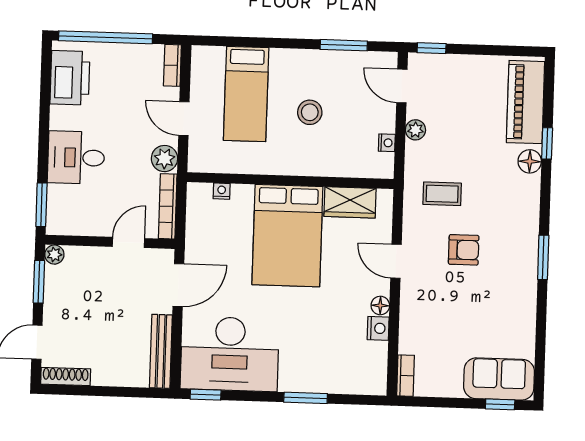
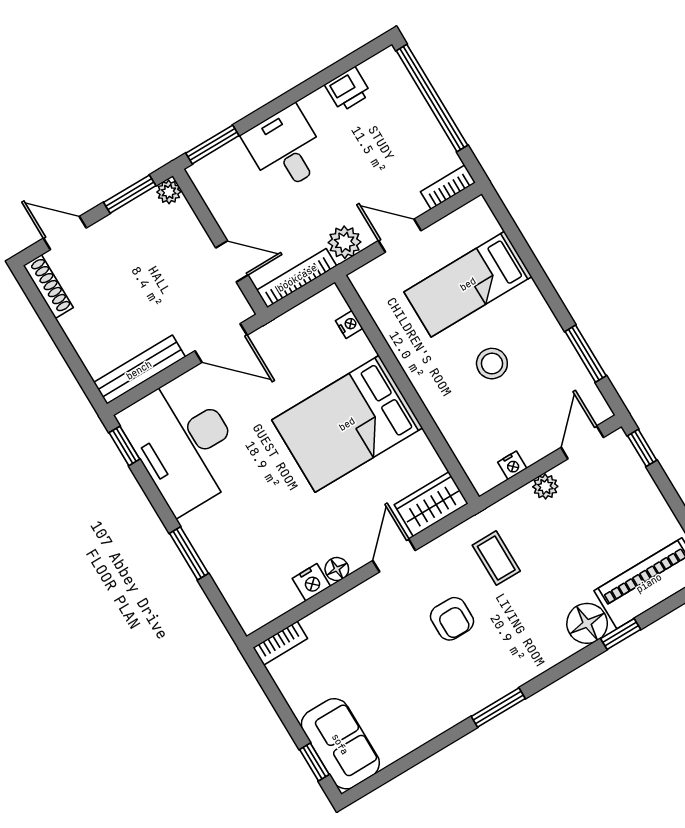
printer: (70, 78) -> (348, 89), width x0.53, depth x0.68
door: (184, 119) -> (400, 236), hinge flipped
floor lamp: (530, 161) -> (587, 623), width x1.38, depth x1.38
wardrobe: (350, 202) -> (431, 504), moved, turned 90

